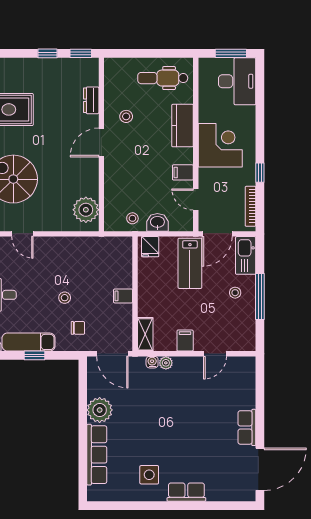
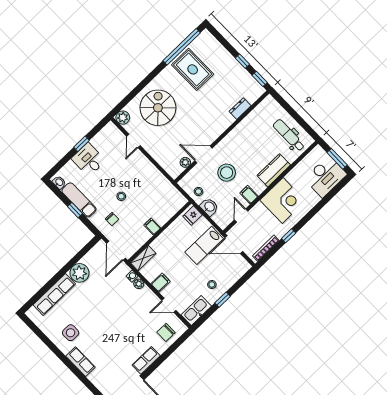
stool: (126, 116) -> (227, 173), moved, width x1.89, depth x1.89
door: (101, 142) -> (204, 154), moved
plant: (86, 210) -> (185, 162), width x0.53, depth x0.53
kitchen sink: (246, 255) -> (196, 311), moved
window: (260, 297) -> (223, 300), width x0.46
chair: (238, 382) -> (166, 332), added

